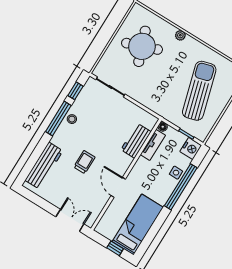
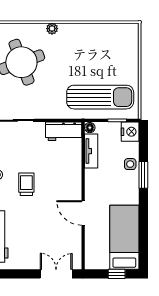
sun lounger: (199, 91) -> (100, 97), moved, turned 106
workbench: (136, 141) -> (64, 131), moved, turned -90
trolley: (84, 162) -> (26, 184), moved
window: (181, 187) -> (143, 175), width x0.47

